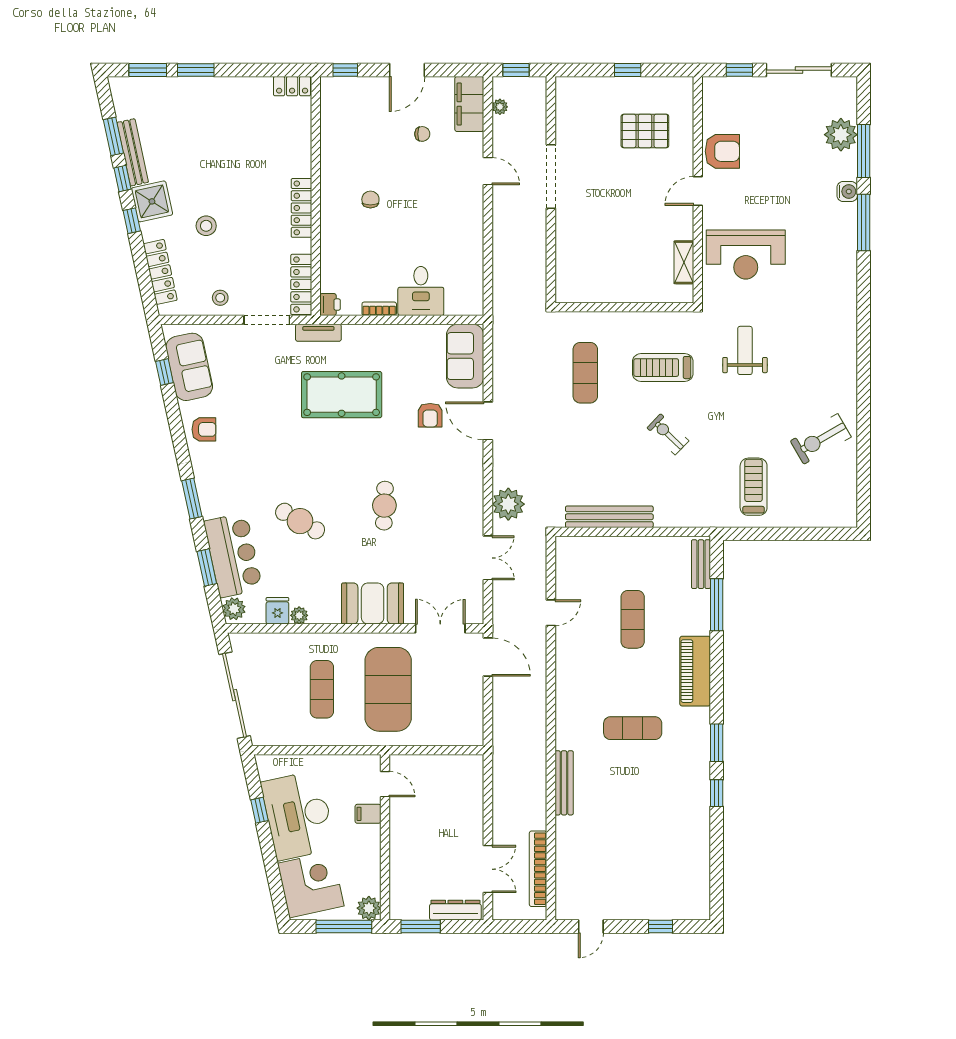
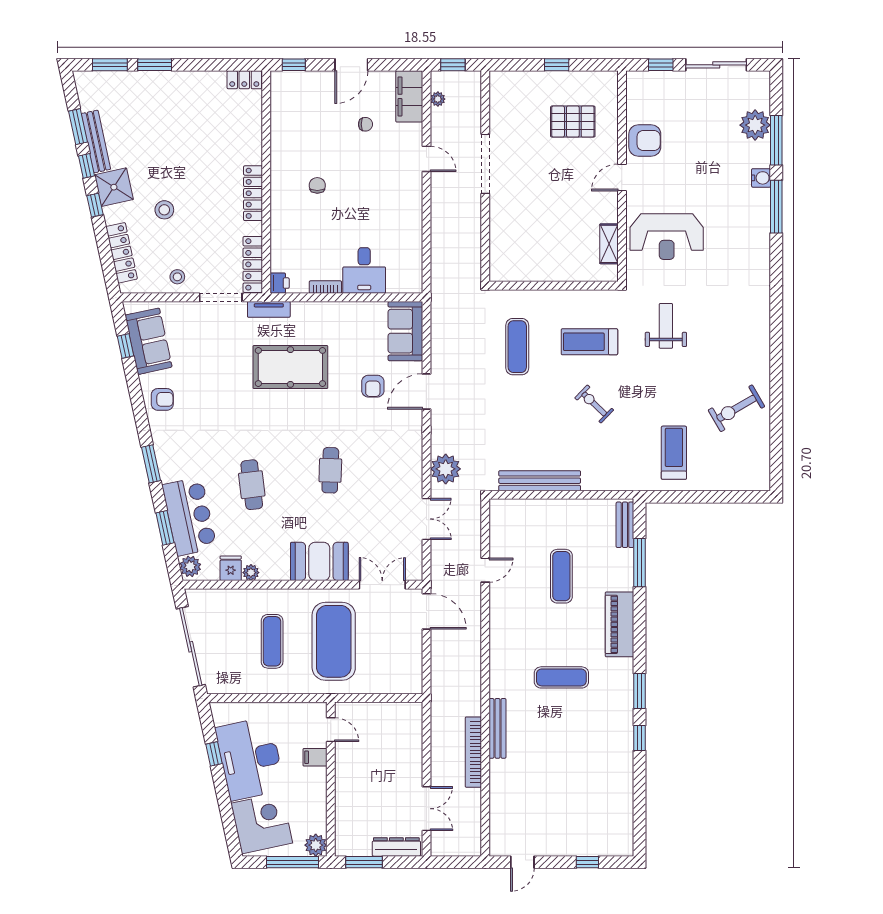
door: (488, 421) -> (427, 391), hinge flipped
cafe table: (300, 521) -> (252, 485), turned 53
bookcase: (538, 869) -> (473, 752), moved

